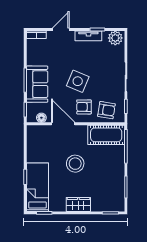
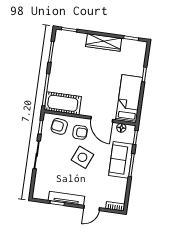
tv unit: (88, 36) -> (66, 198), width x1.41
plant: (115, 38) -> (41, 193), removed
stool: (75, 164) -> (96, 80), removed
bed: (37, 187) -> (129, 99), moved, turned 180
wardrobe: (78, 205) -> (104, 42), width x1.50

